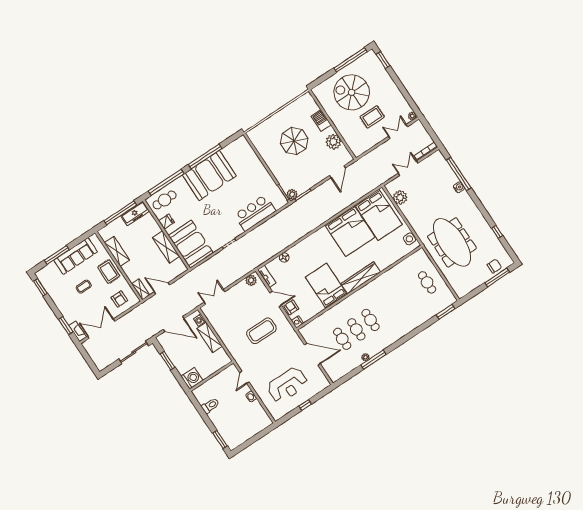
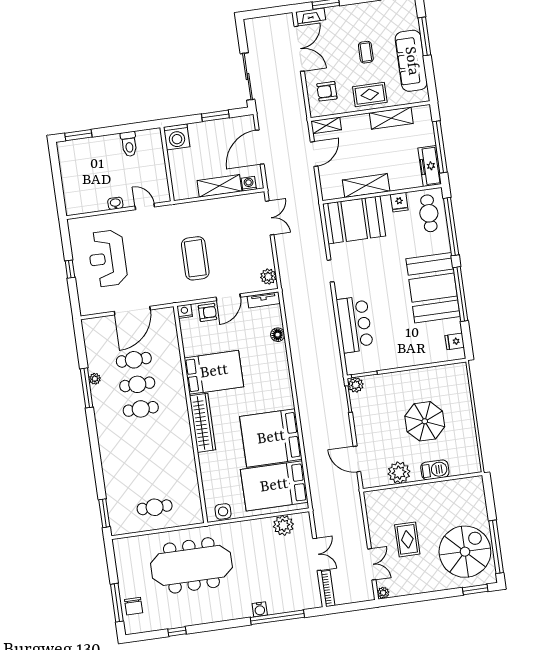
spiral stairs: (352, 92) -> (465, 552), moved
fridge: (236, 146) -> (455, 341), added

